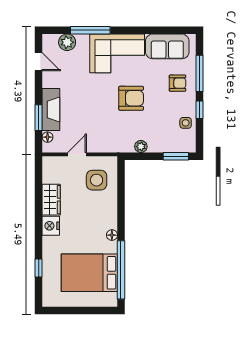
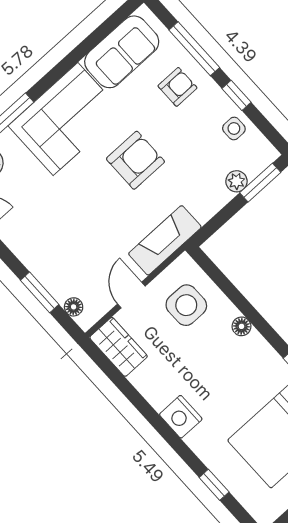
fireplace: (51, 110) -> (165, 240), moved, turned -90
plant: (141, 147) -> (236, 181), moved
wardrobe: (51, 200) -> (119, 347), moved
floor lamp: (112, 235) -> (242, 326), moved

